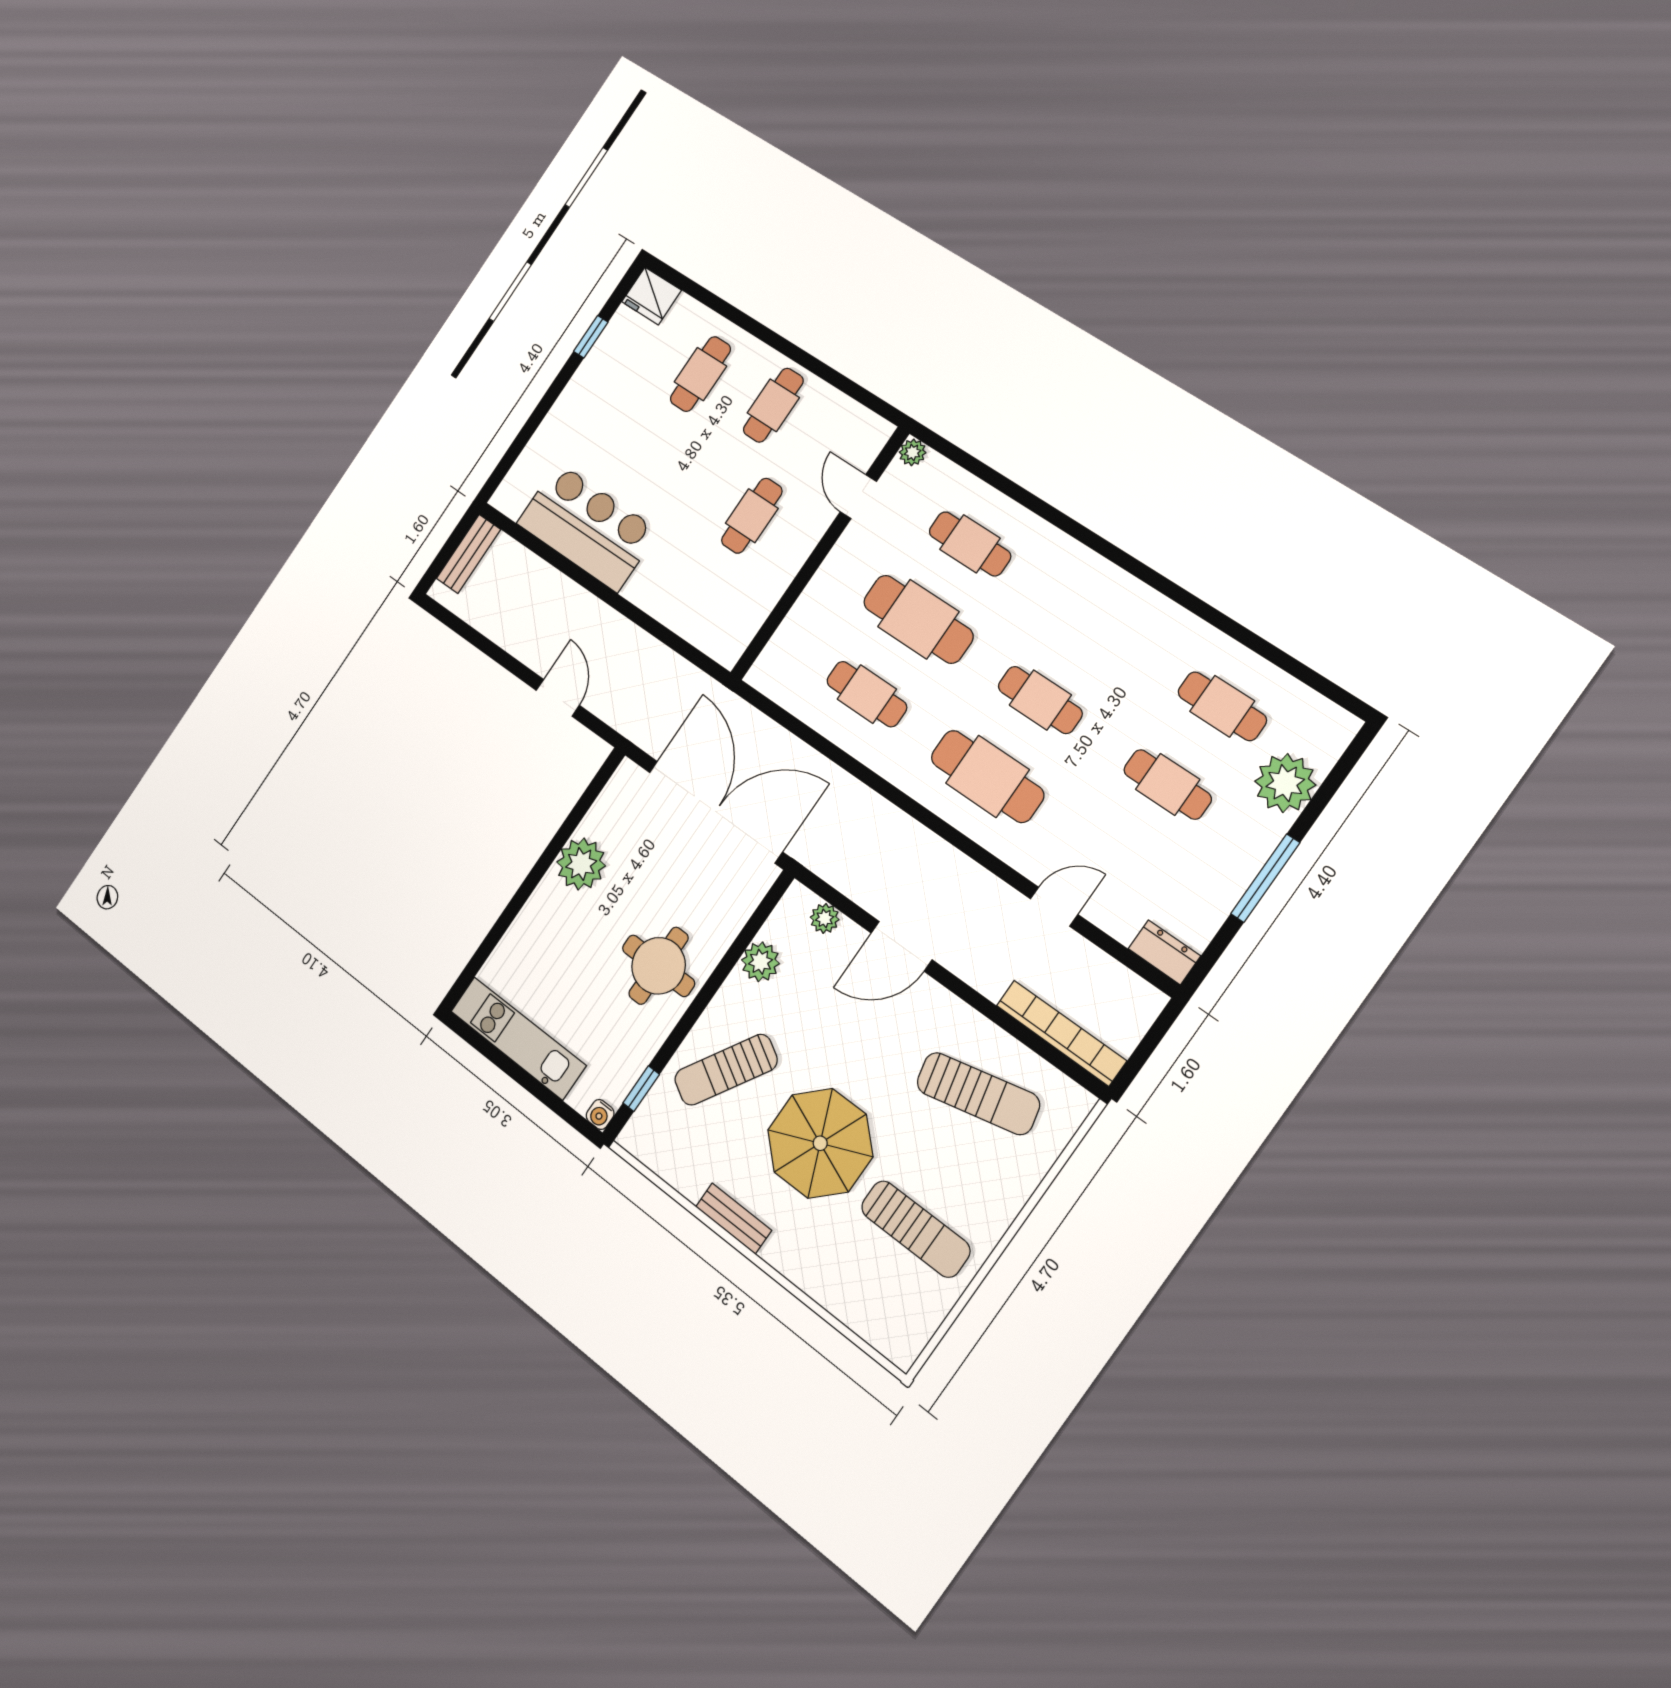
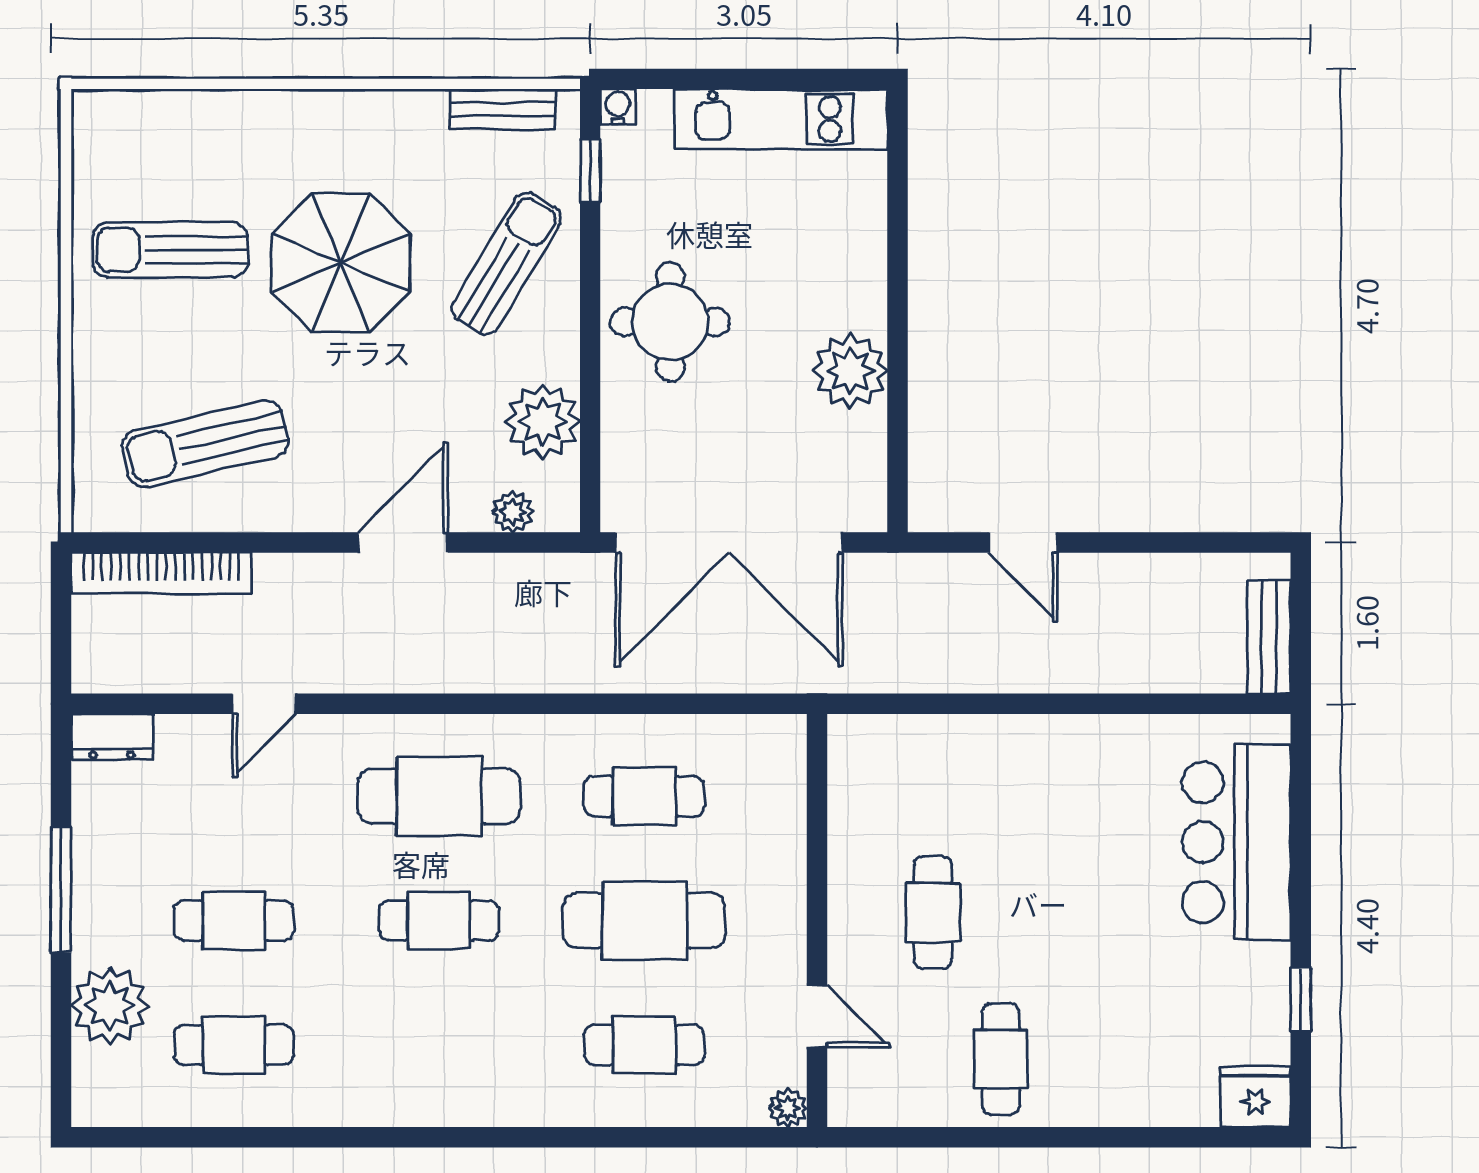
cafe table: (700, 374) -> (1122, 1040), removed
bar counter: (587, 527) -> (1236, 842), moved, turned 90
plant: (760, 962) -> (543, 422), width x1.36, depth x1.36
bench: (734, 1219) -> (503, 109), moved

